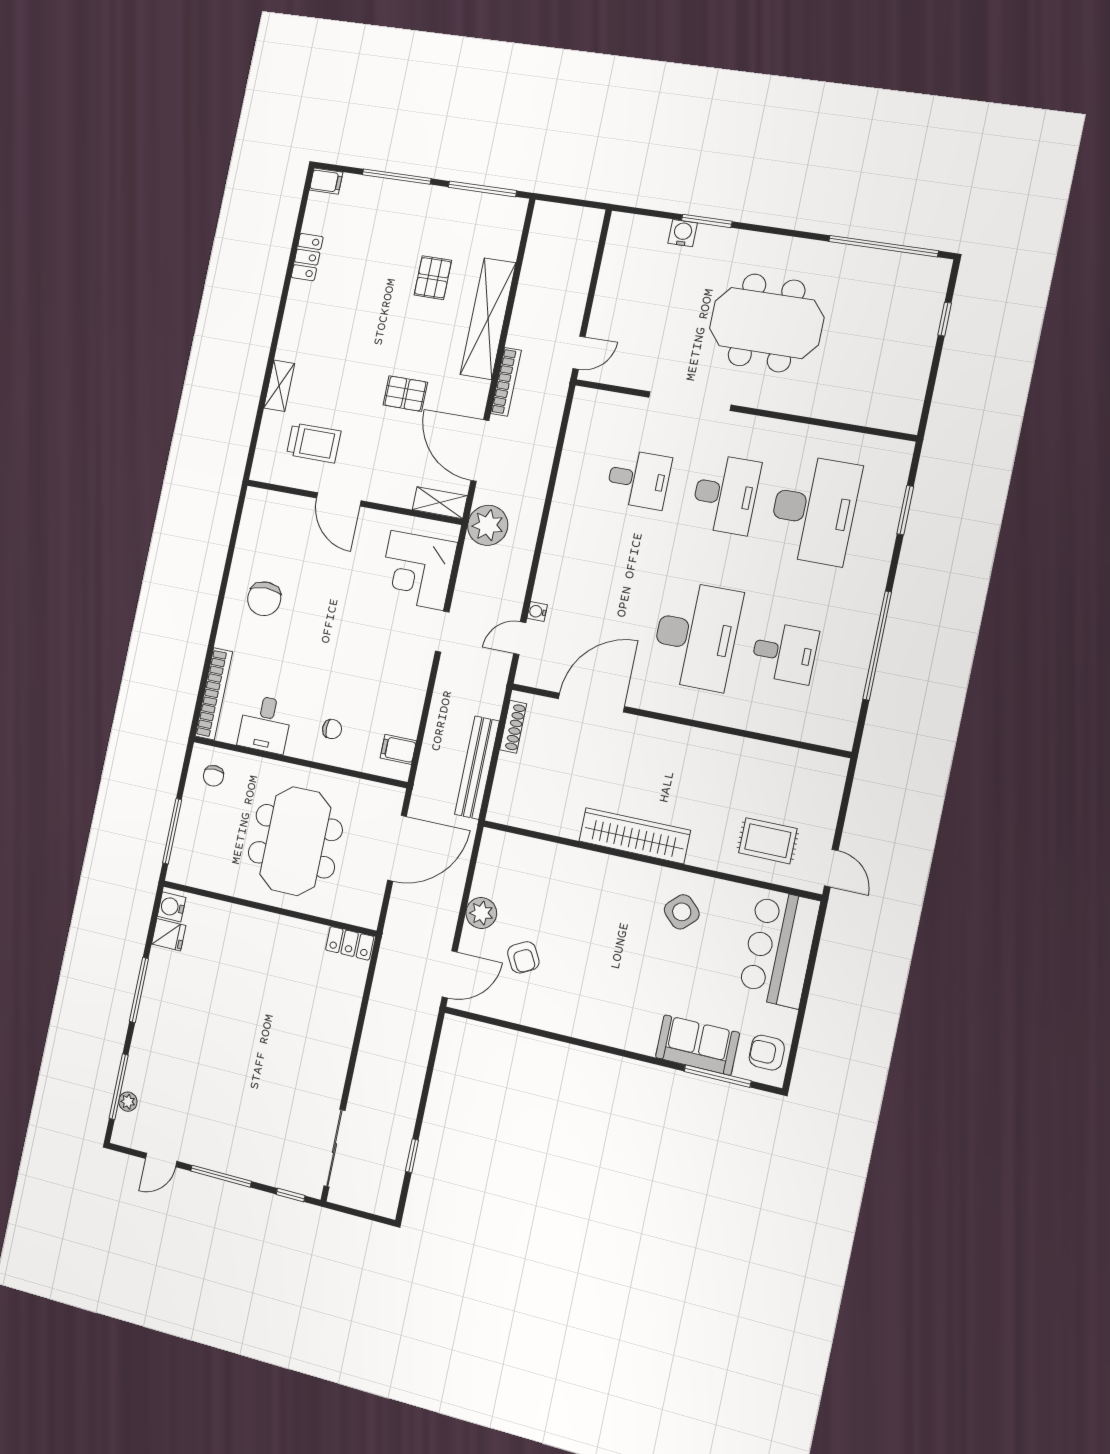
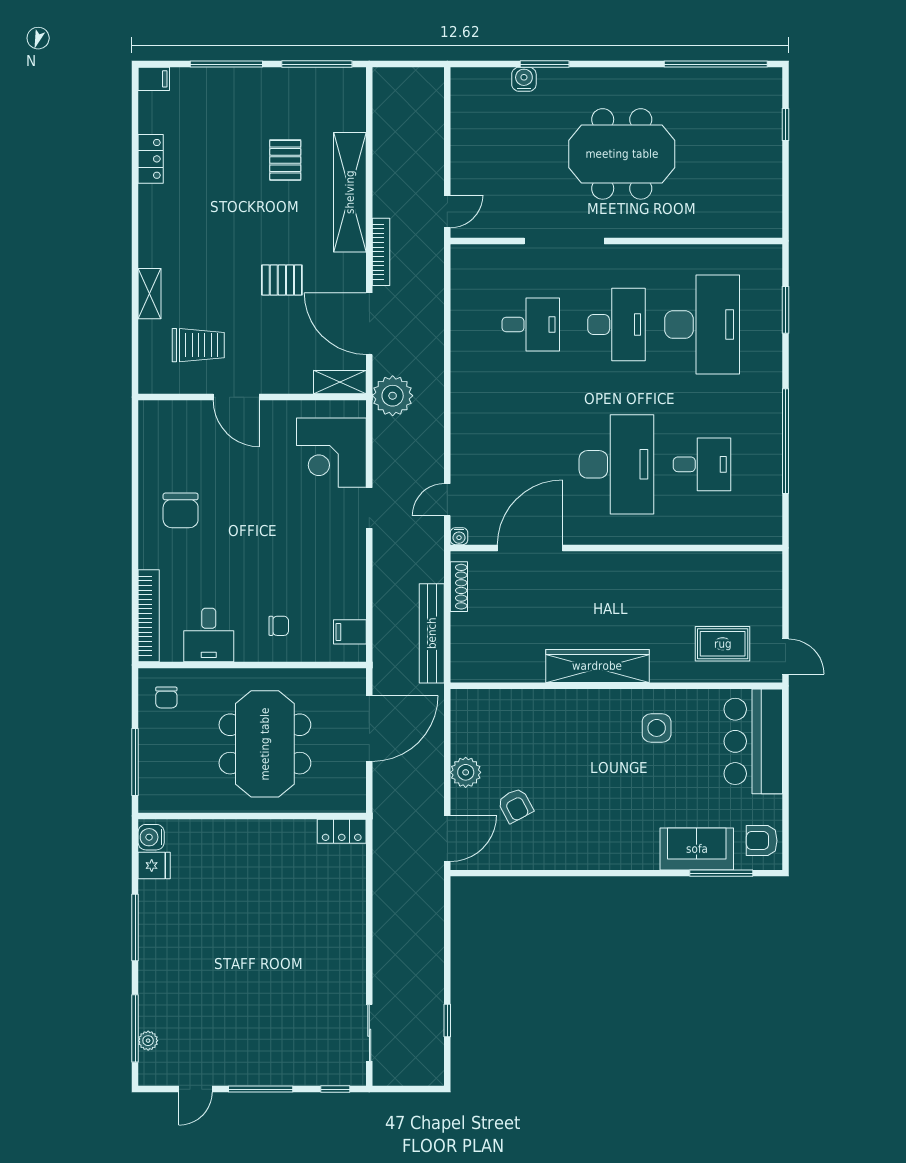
water cooler: (537, 612) -> (459, 536), moved, turned -90
side table: (682, 912) -> (657, 728), turned 45
sliding door: (334, 1148) -> (369, 1033), width x0.73

